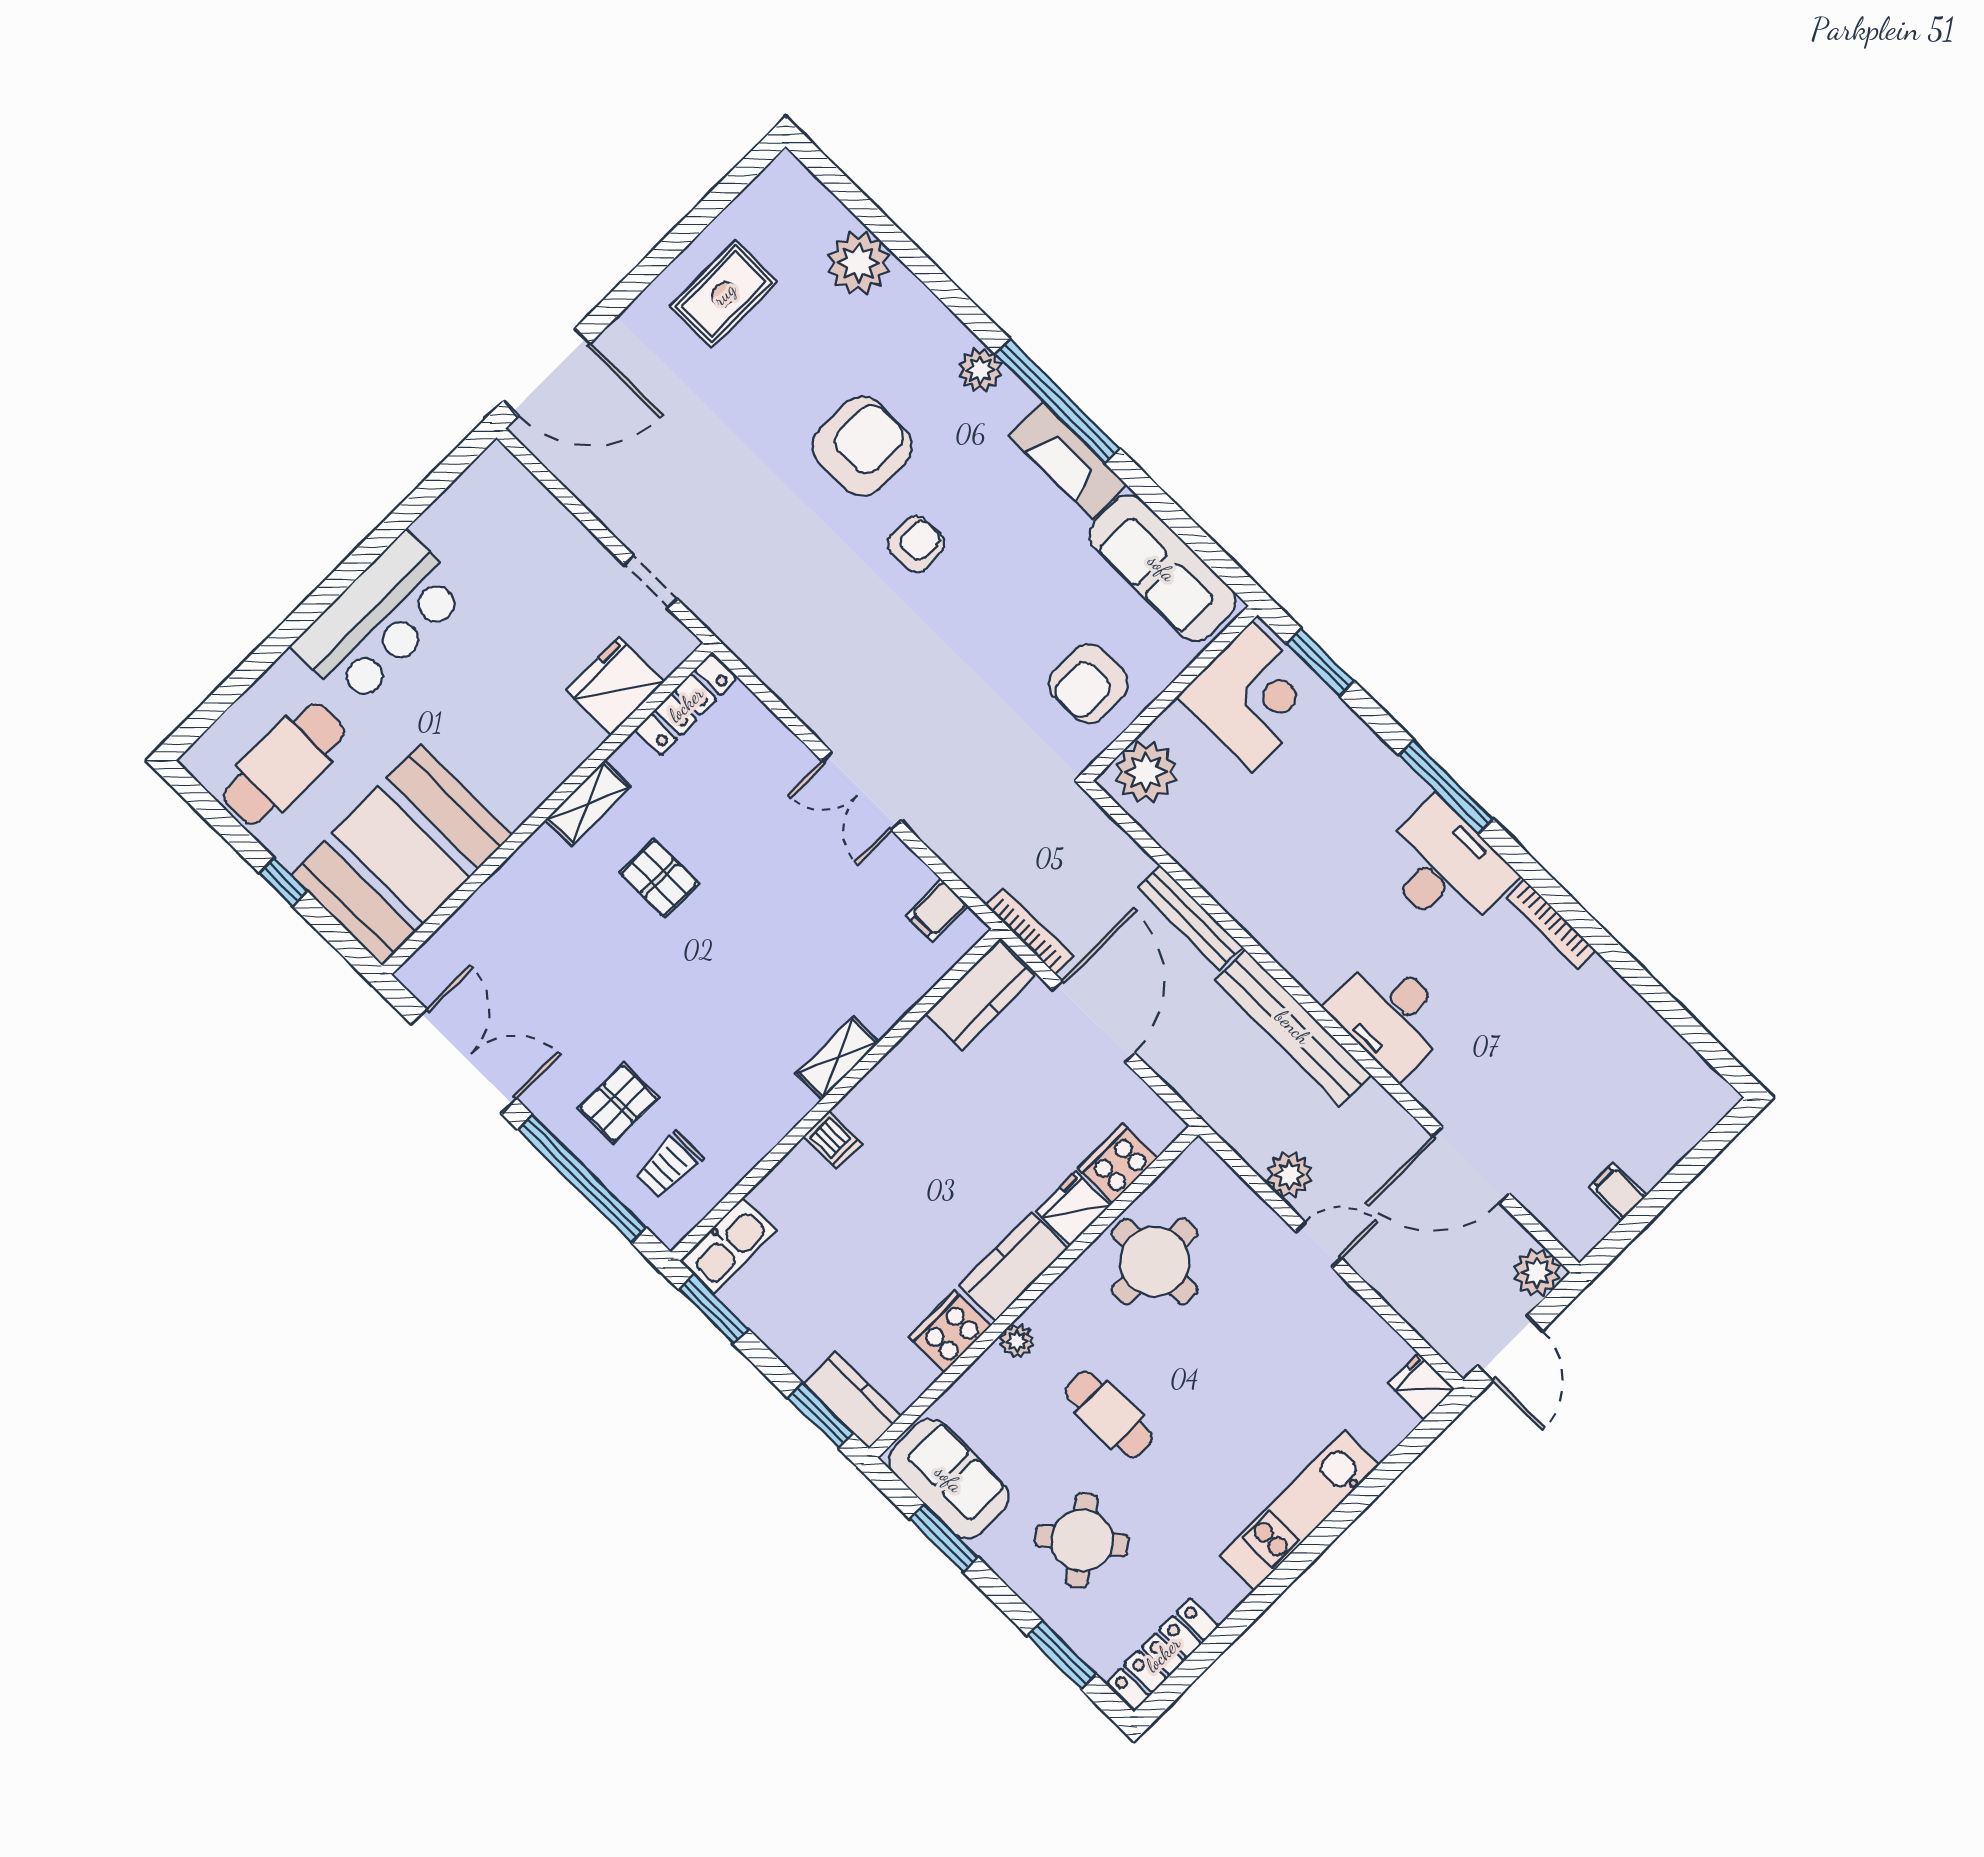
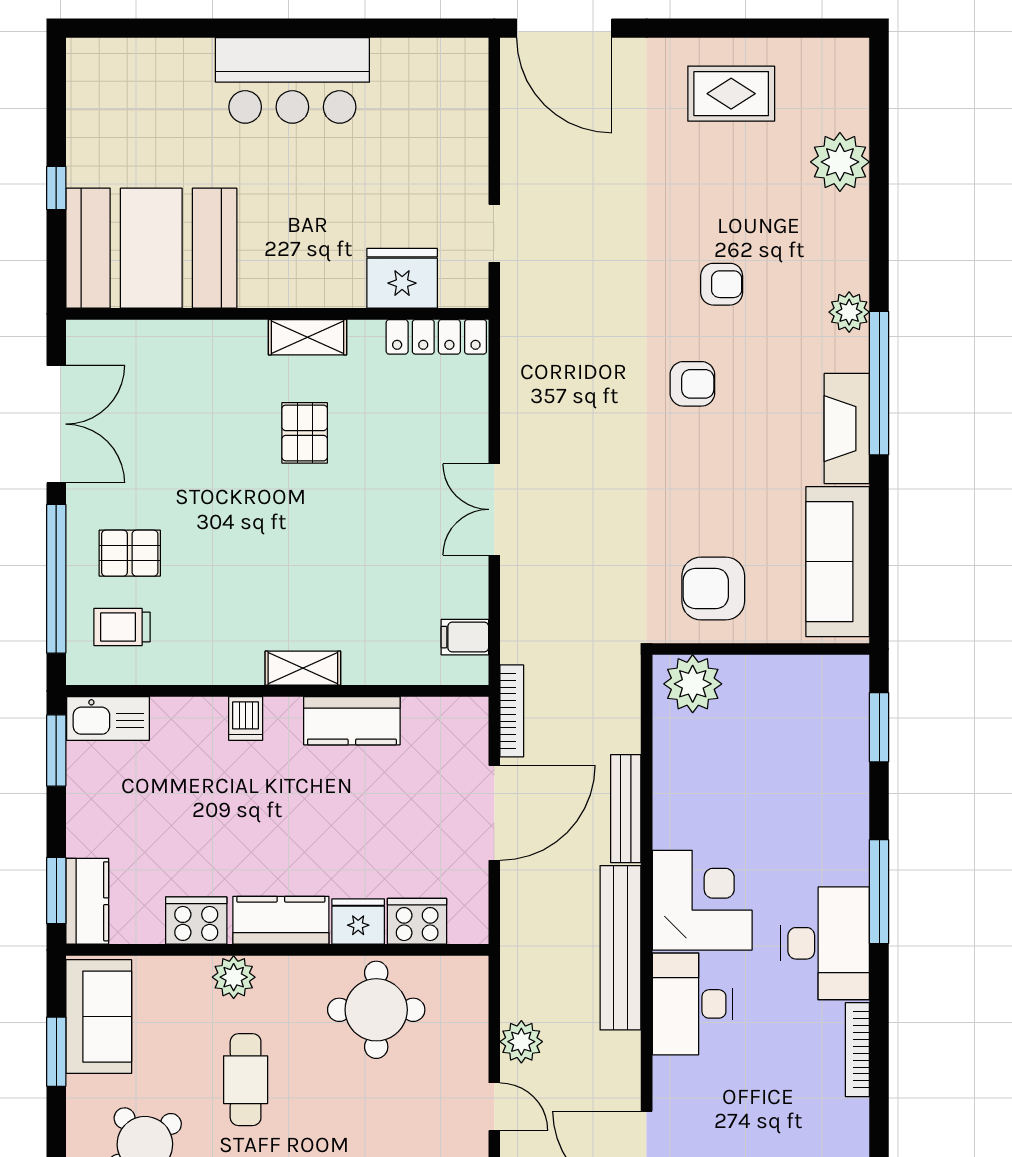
armchair: (862, 446) -> (722, 284), width x0.53, depth x0.53
corner desk: (1252, 697) -> (702, 900), moved, turned -90
cafe table: (284, 764) -> (134, 111), removed
kitchen counter: (980, 995) -> (352, 721), moved
plant: (1017, 1341) -> (234, 977), width x1.38, depth x1.38

